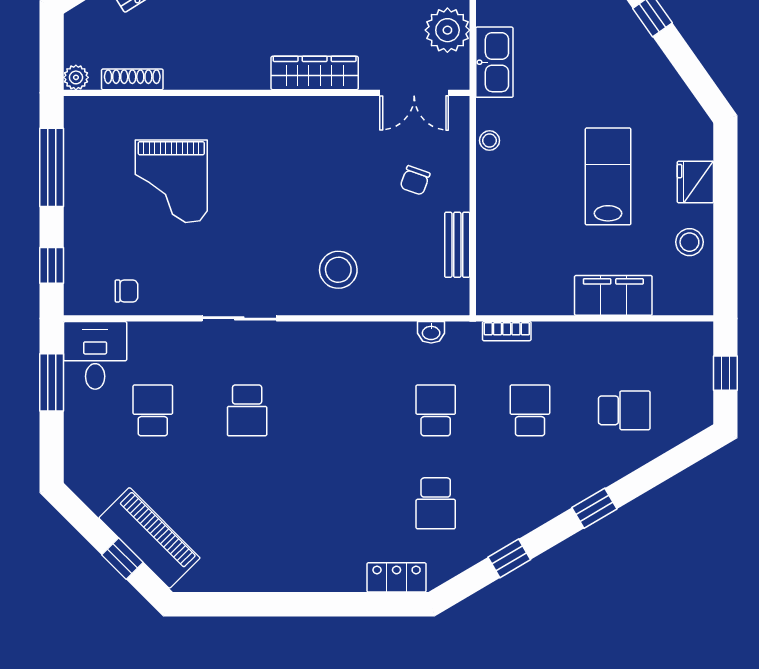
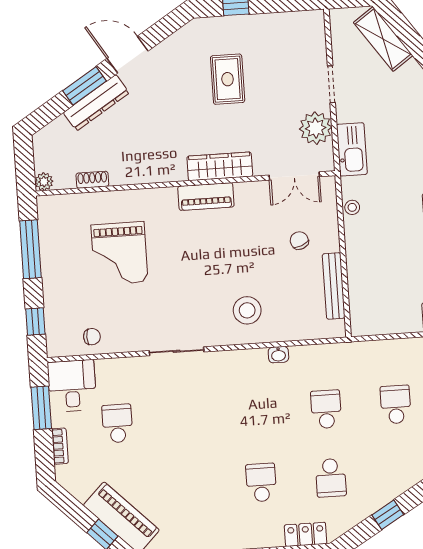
shoe rack: (132, 79) -> (92, 180), width x0.70
piano: (293, 112) -> (206, 197), added
chair: (415, 180) -> (299, 241), turned 138
bench: (457, 245) -> (334, 286), width x1.36
bookcase: (507, 331) -> (60, 446), moved, turned -90
washbasin: (431, 332) -> (278, 355), moved
school desk: (247, 410) -> (261, 483), moved, turned 180

